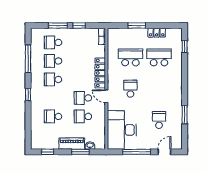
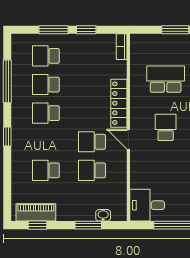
desk: (122, 130) -> (147, 205), width x0.53, depth x0.77
piano: (72, 144) -> (36, 212), moved

